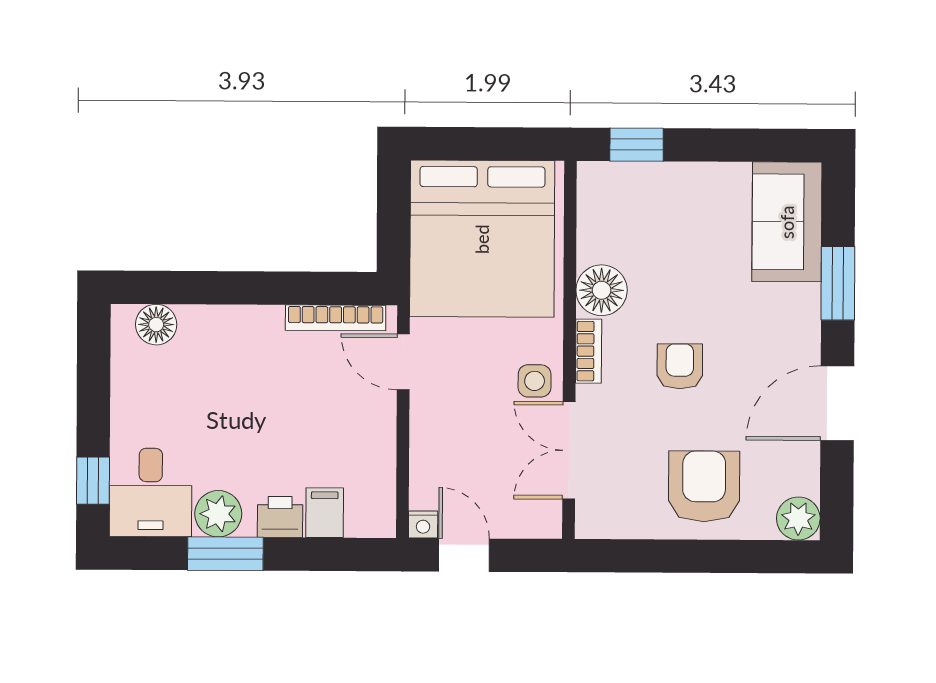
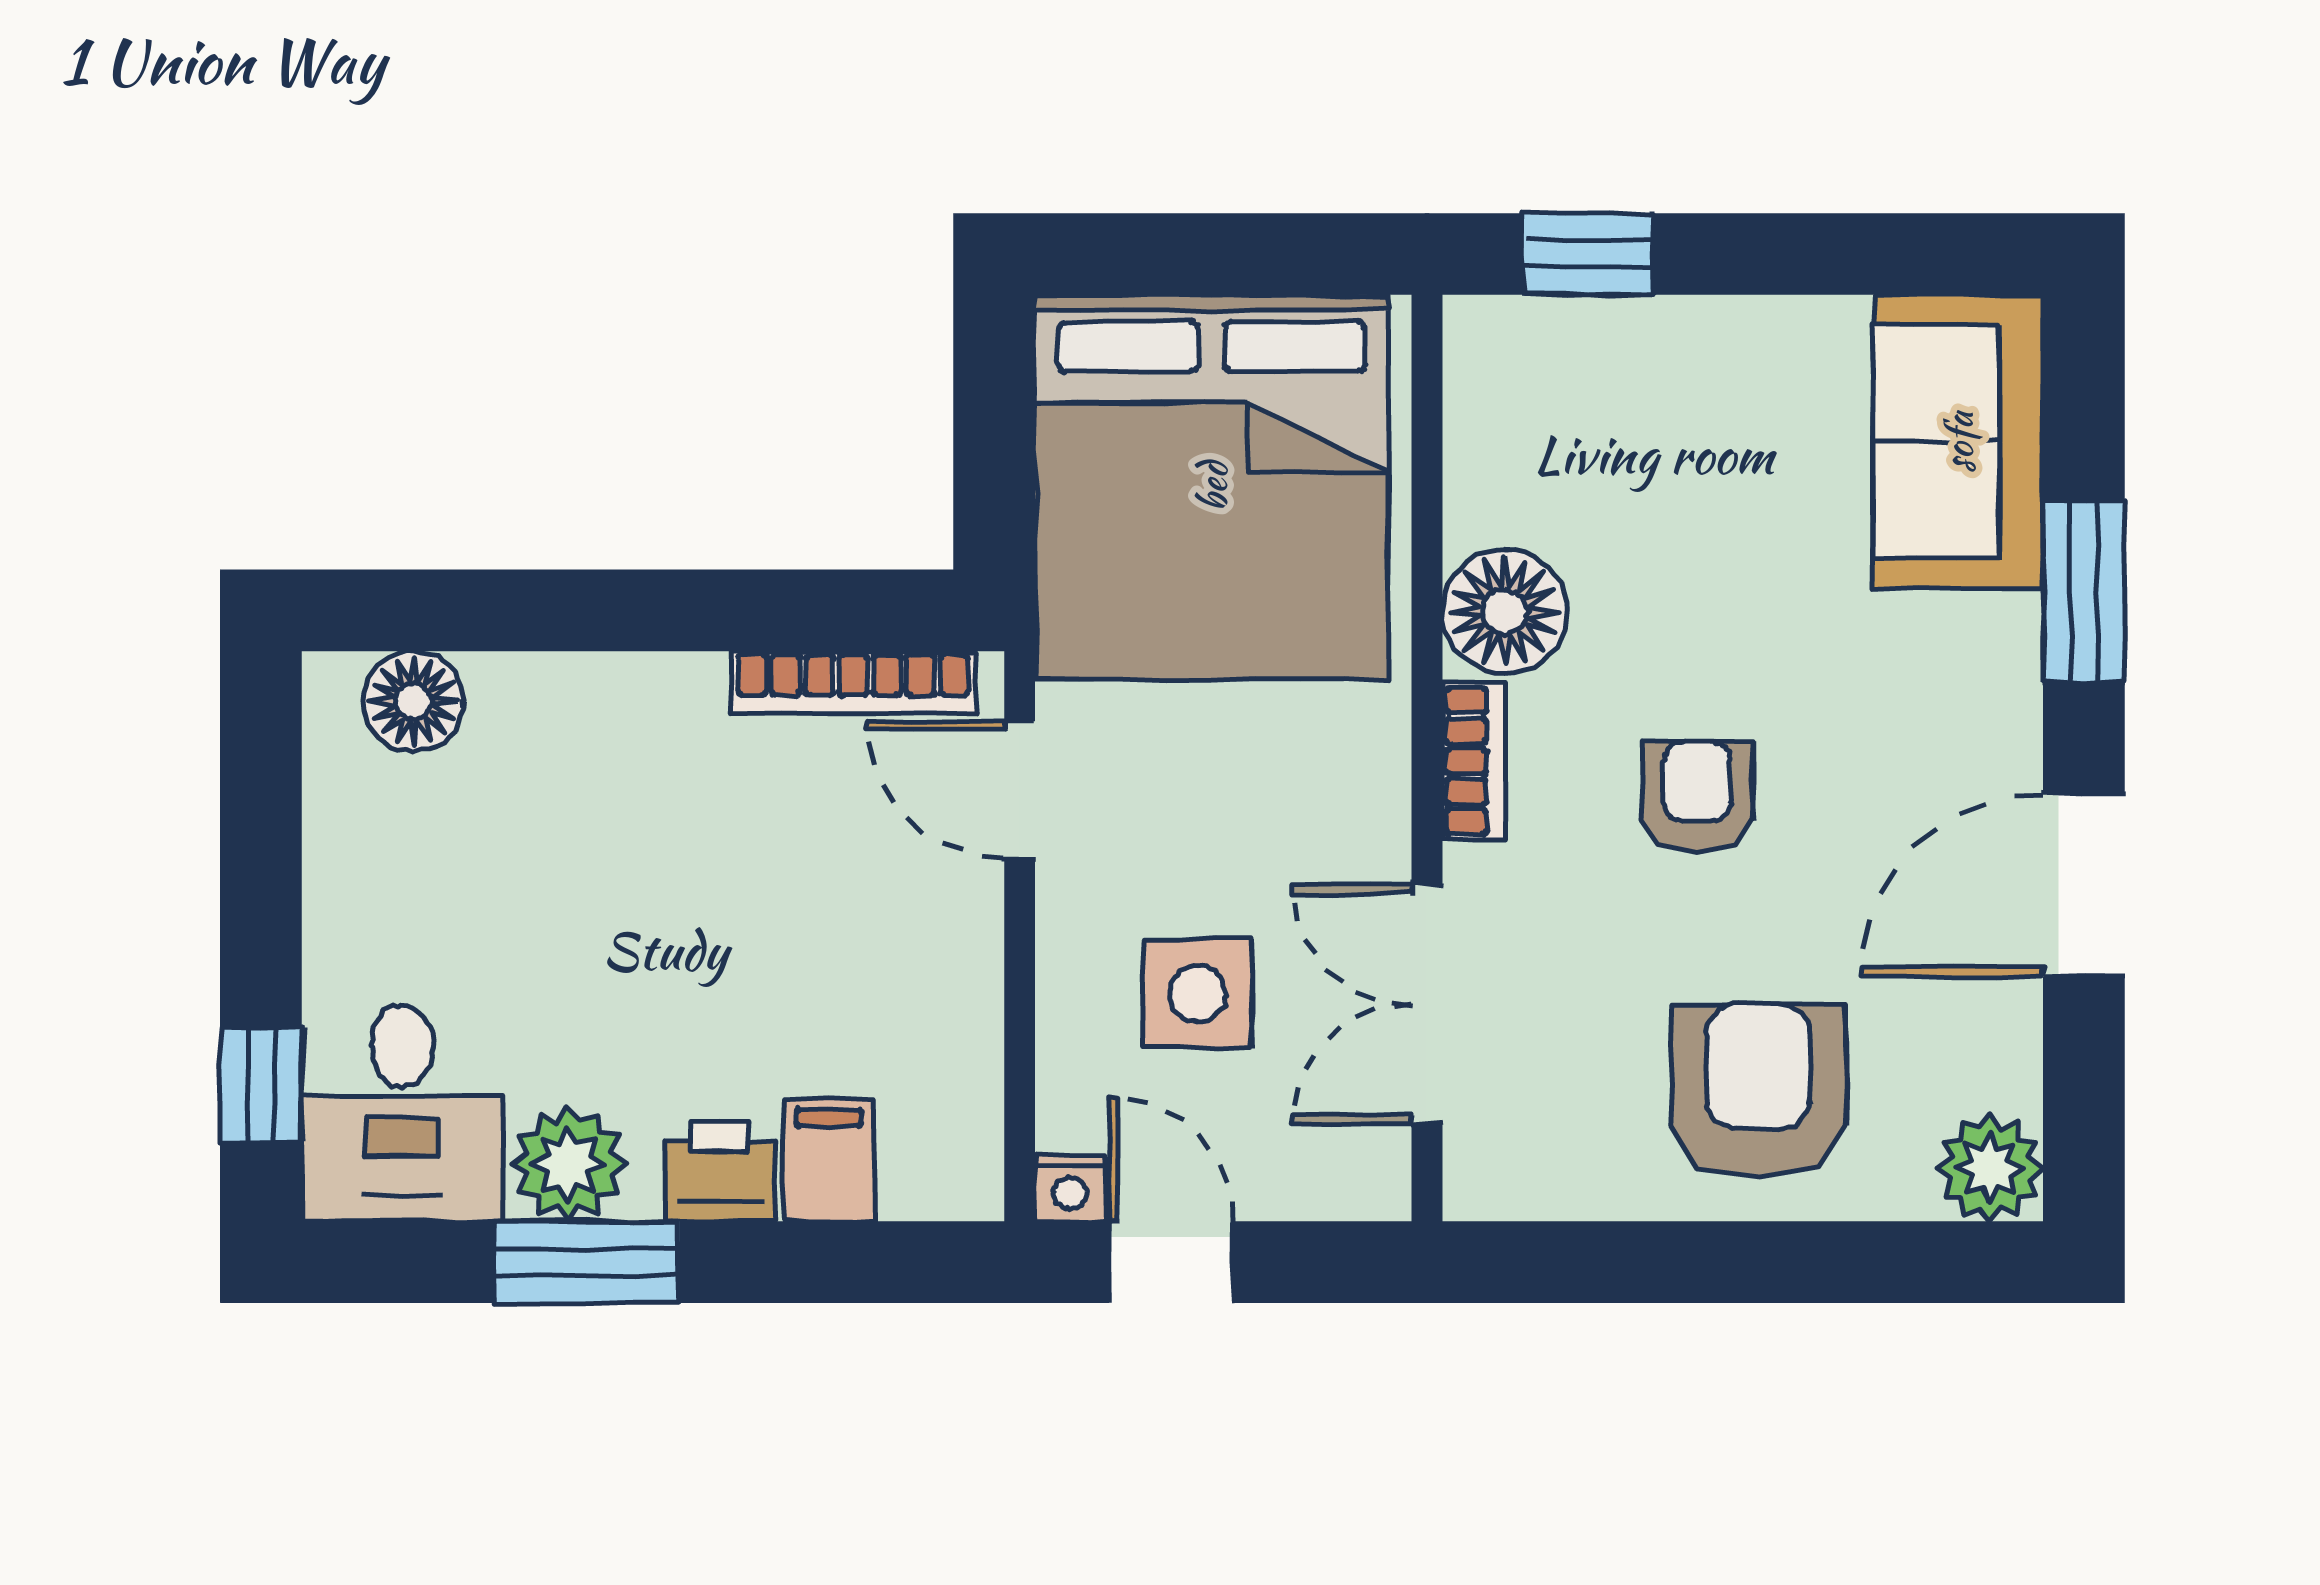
side table: (535, 381) -> (1198, 993), moved, width x1.37, depth x1.37

